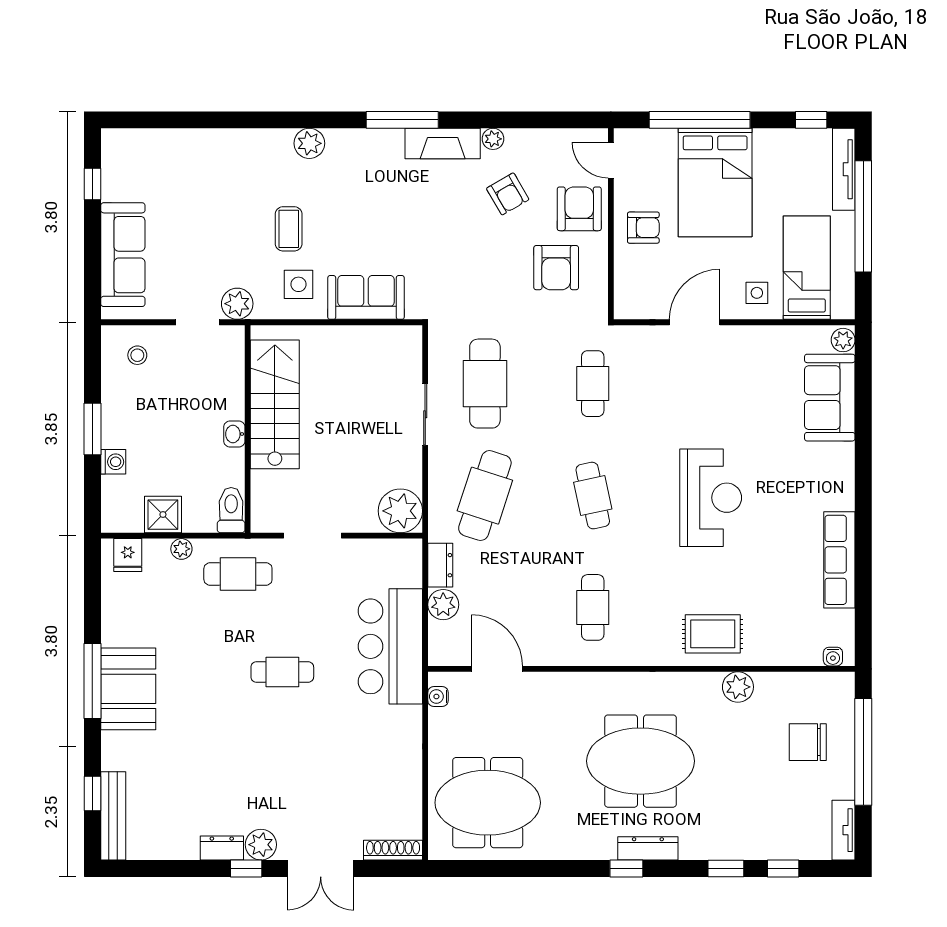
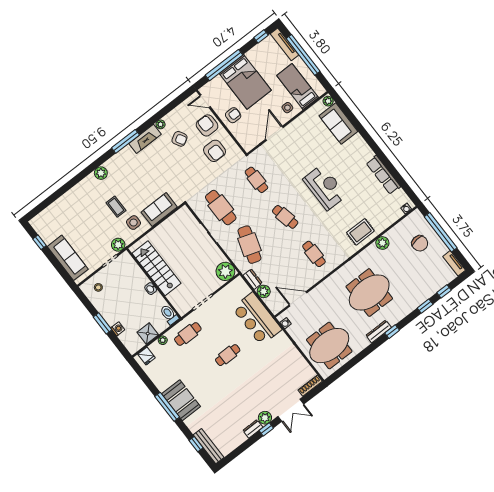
chair: (808, 742) -> (420, 243), turned -96
dresser: (648, 848) -> (379, 331), moved

